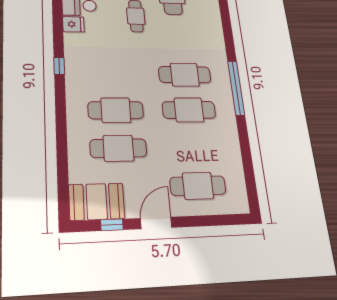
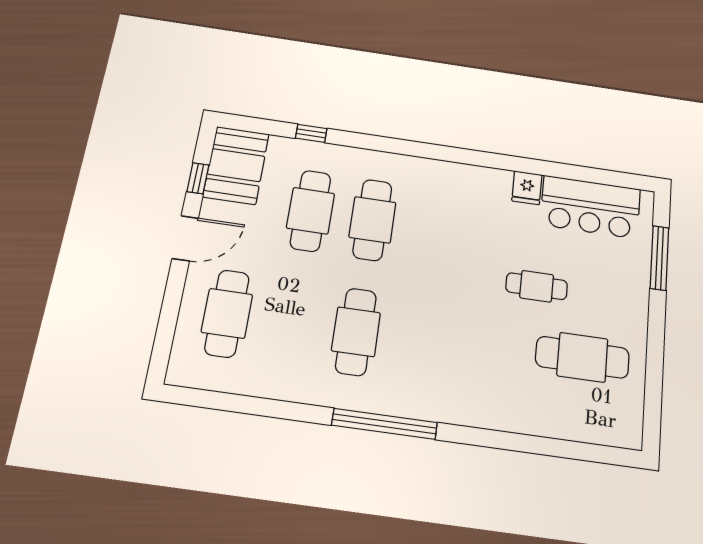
window: (59, 66) -> (311, 133), moved
cafe table: (185, 75) -> (420, 341), removed
door: (156, 223) -> (185, 238), hinge flipped

